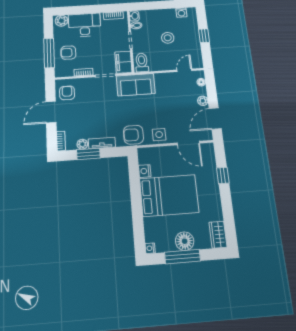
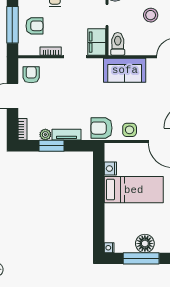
armchair: (68, 53) -> (34, 26), turned 180
sofa: (136, 85) -> (125, 70), moved
bed: (169, 195) -> (134, 190), width x0.67

